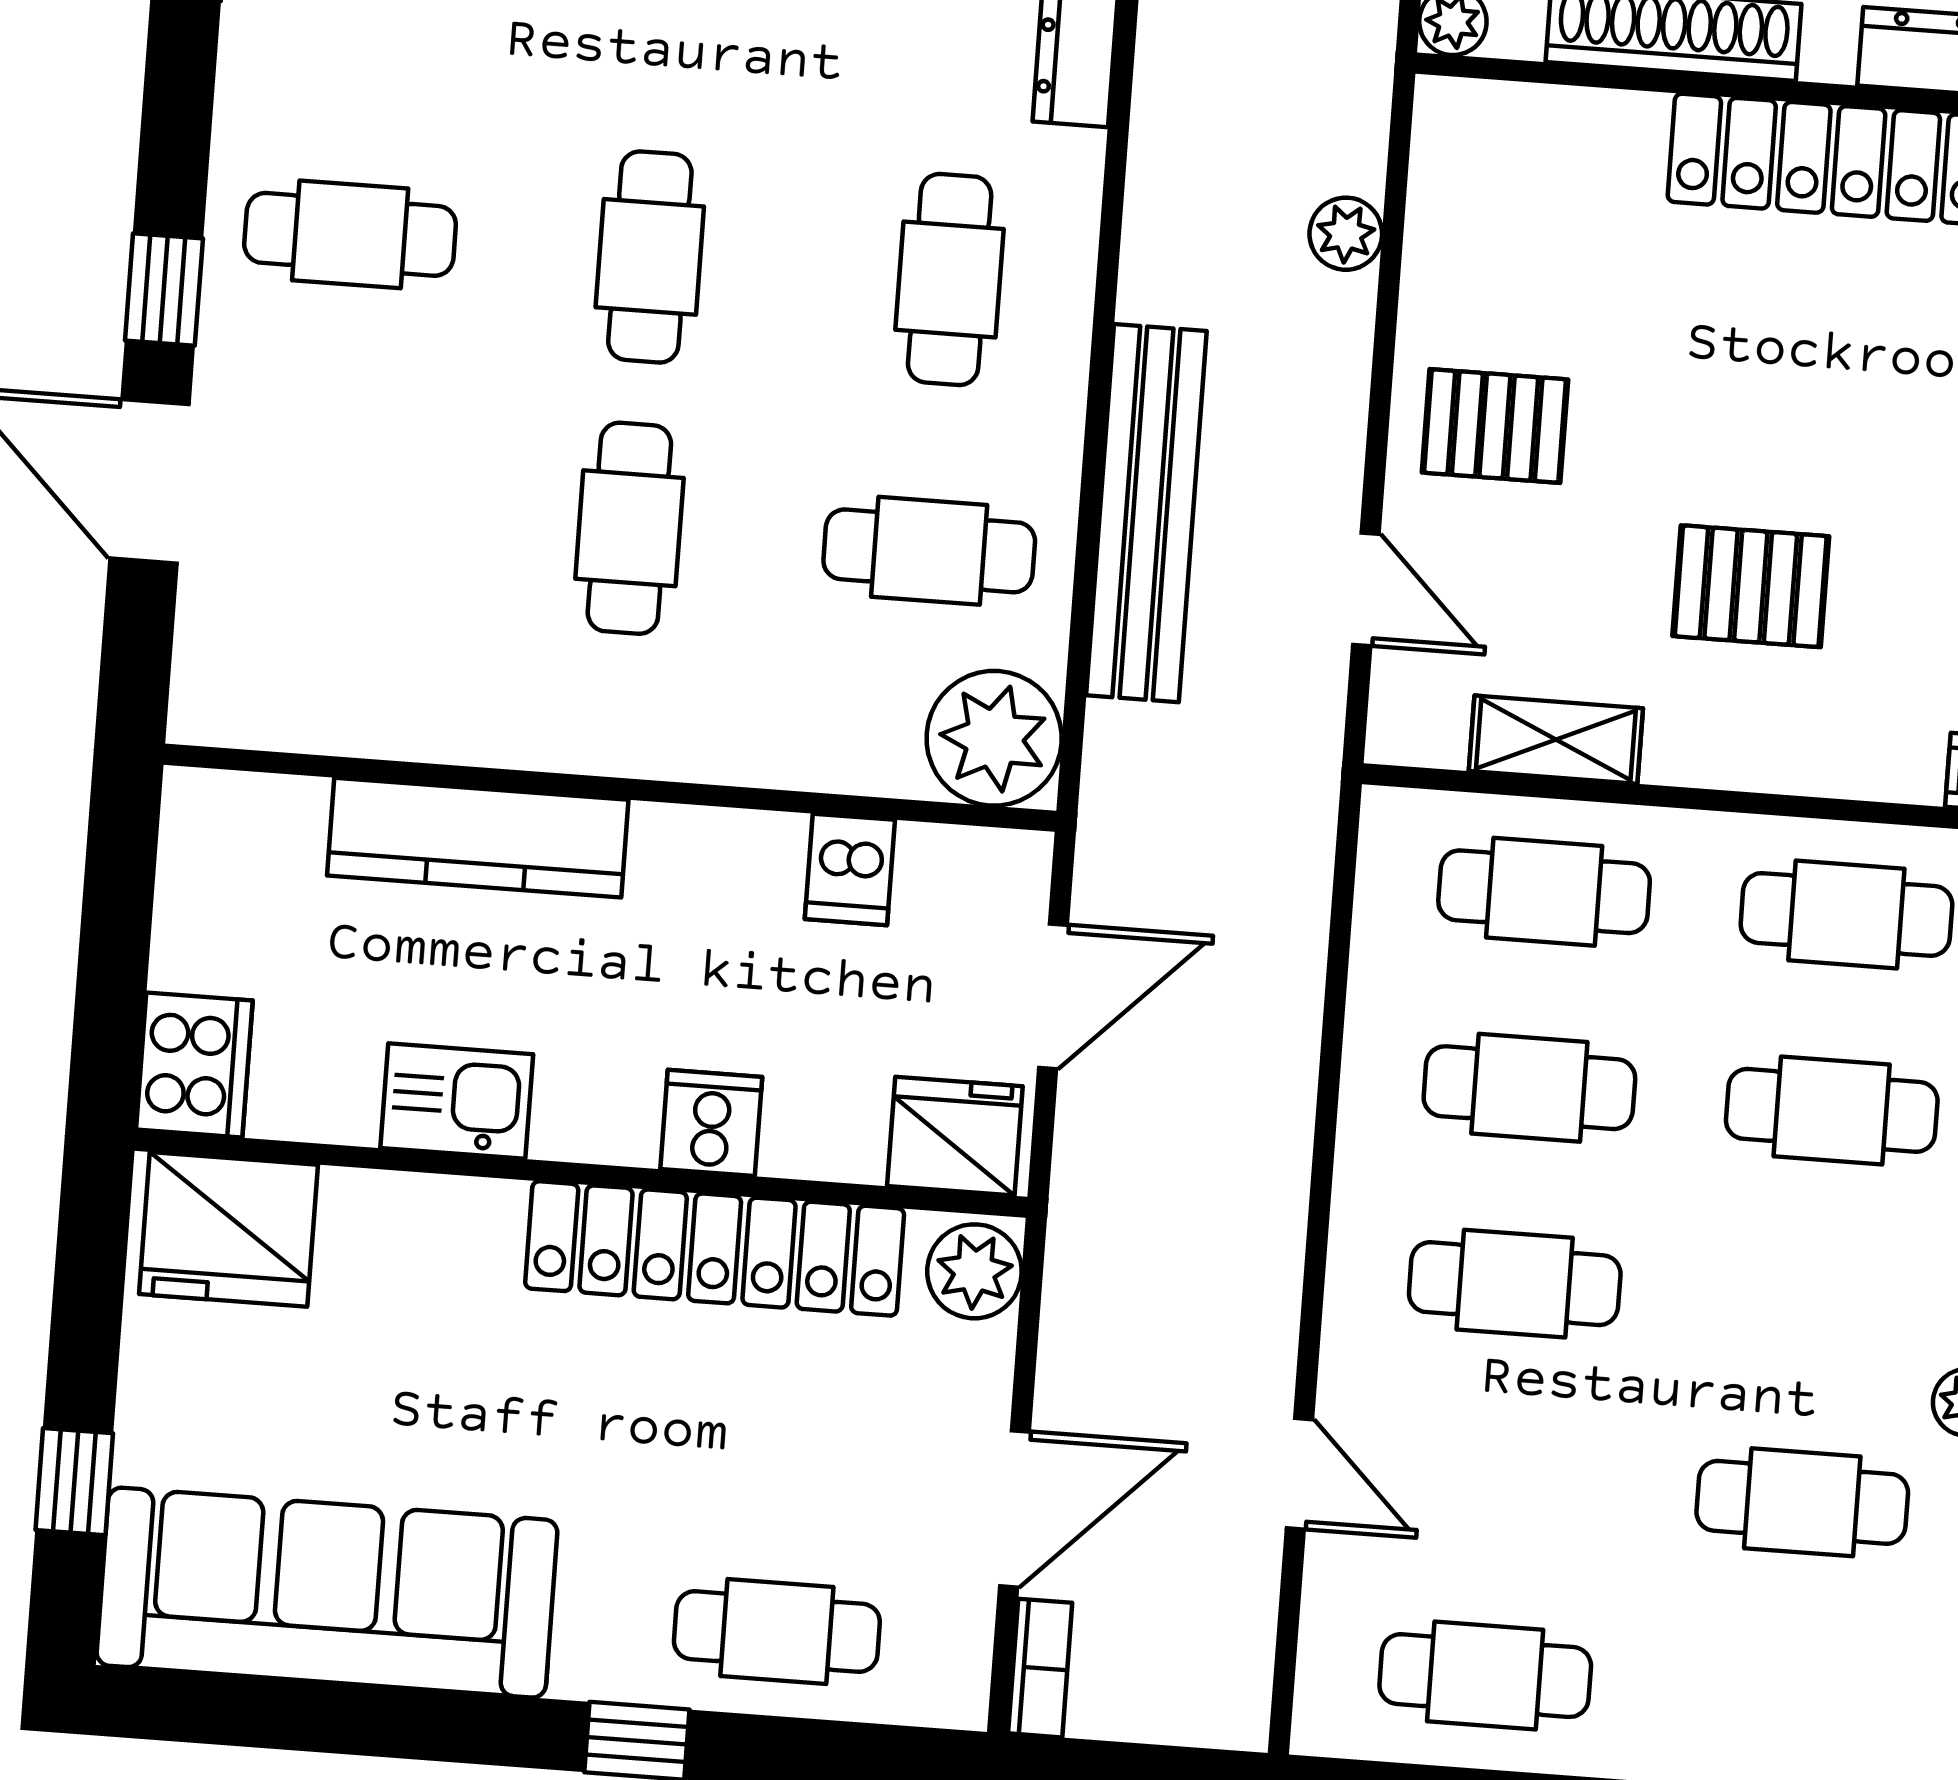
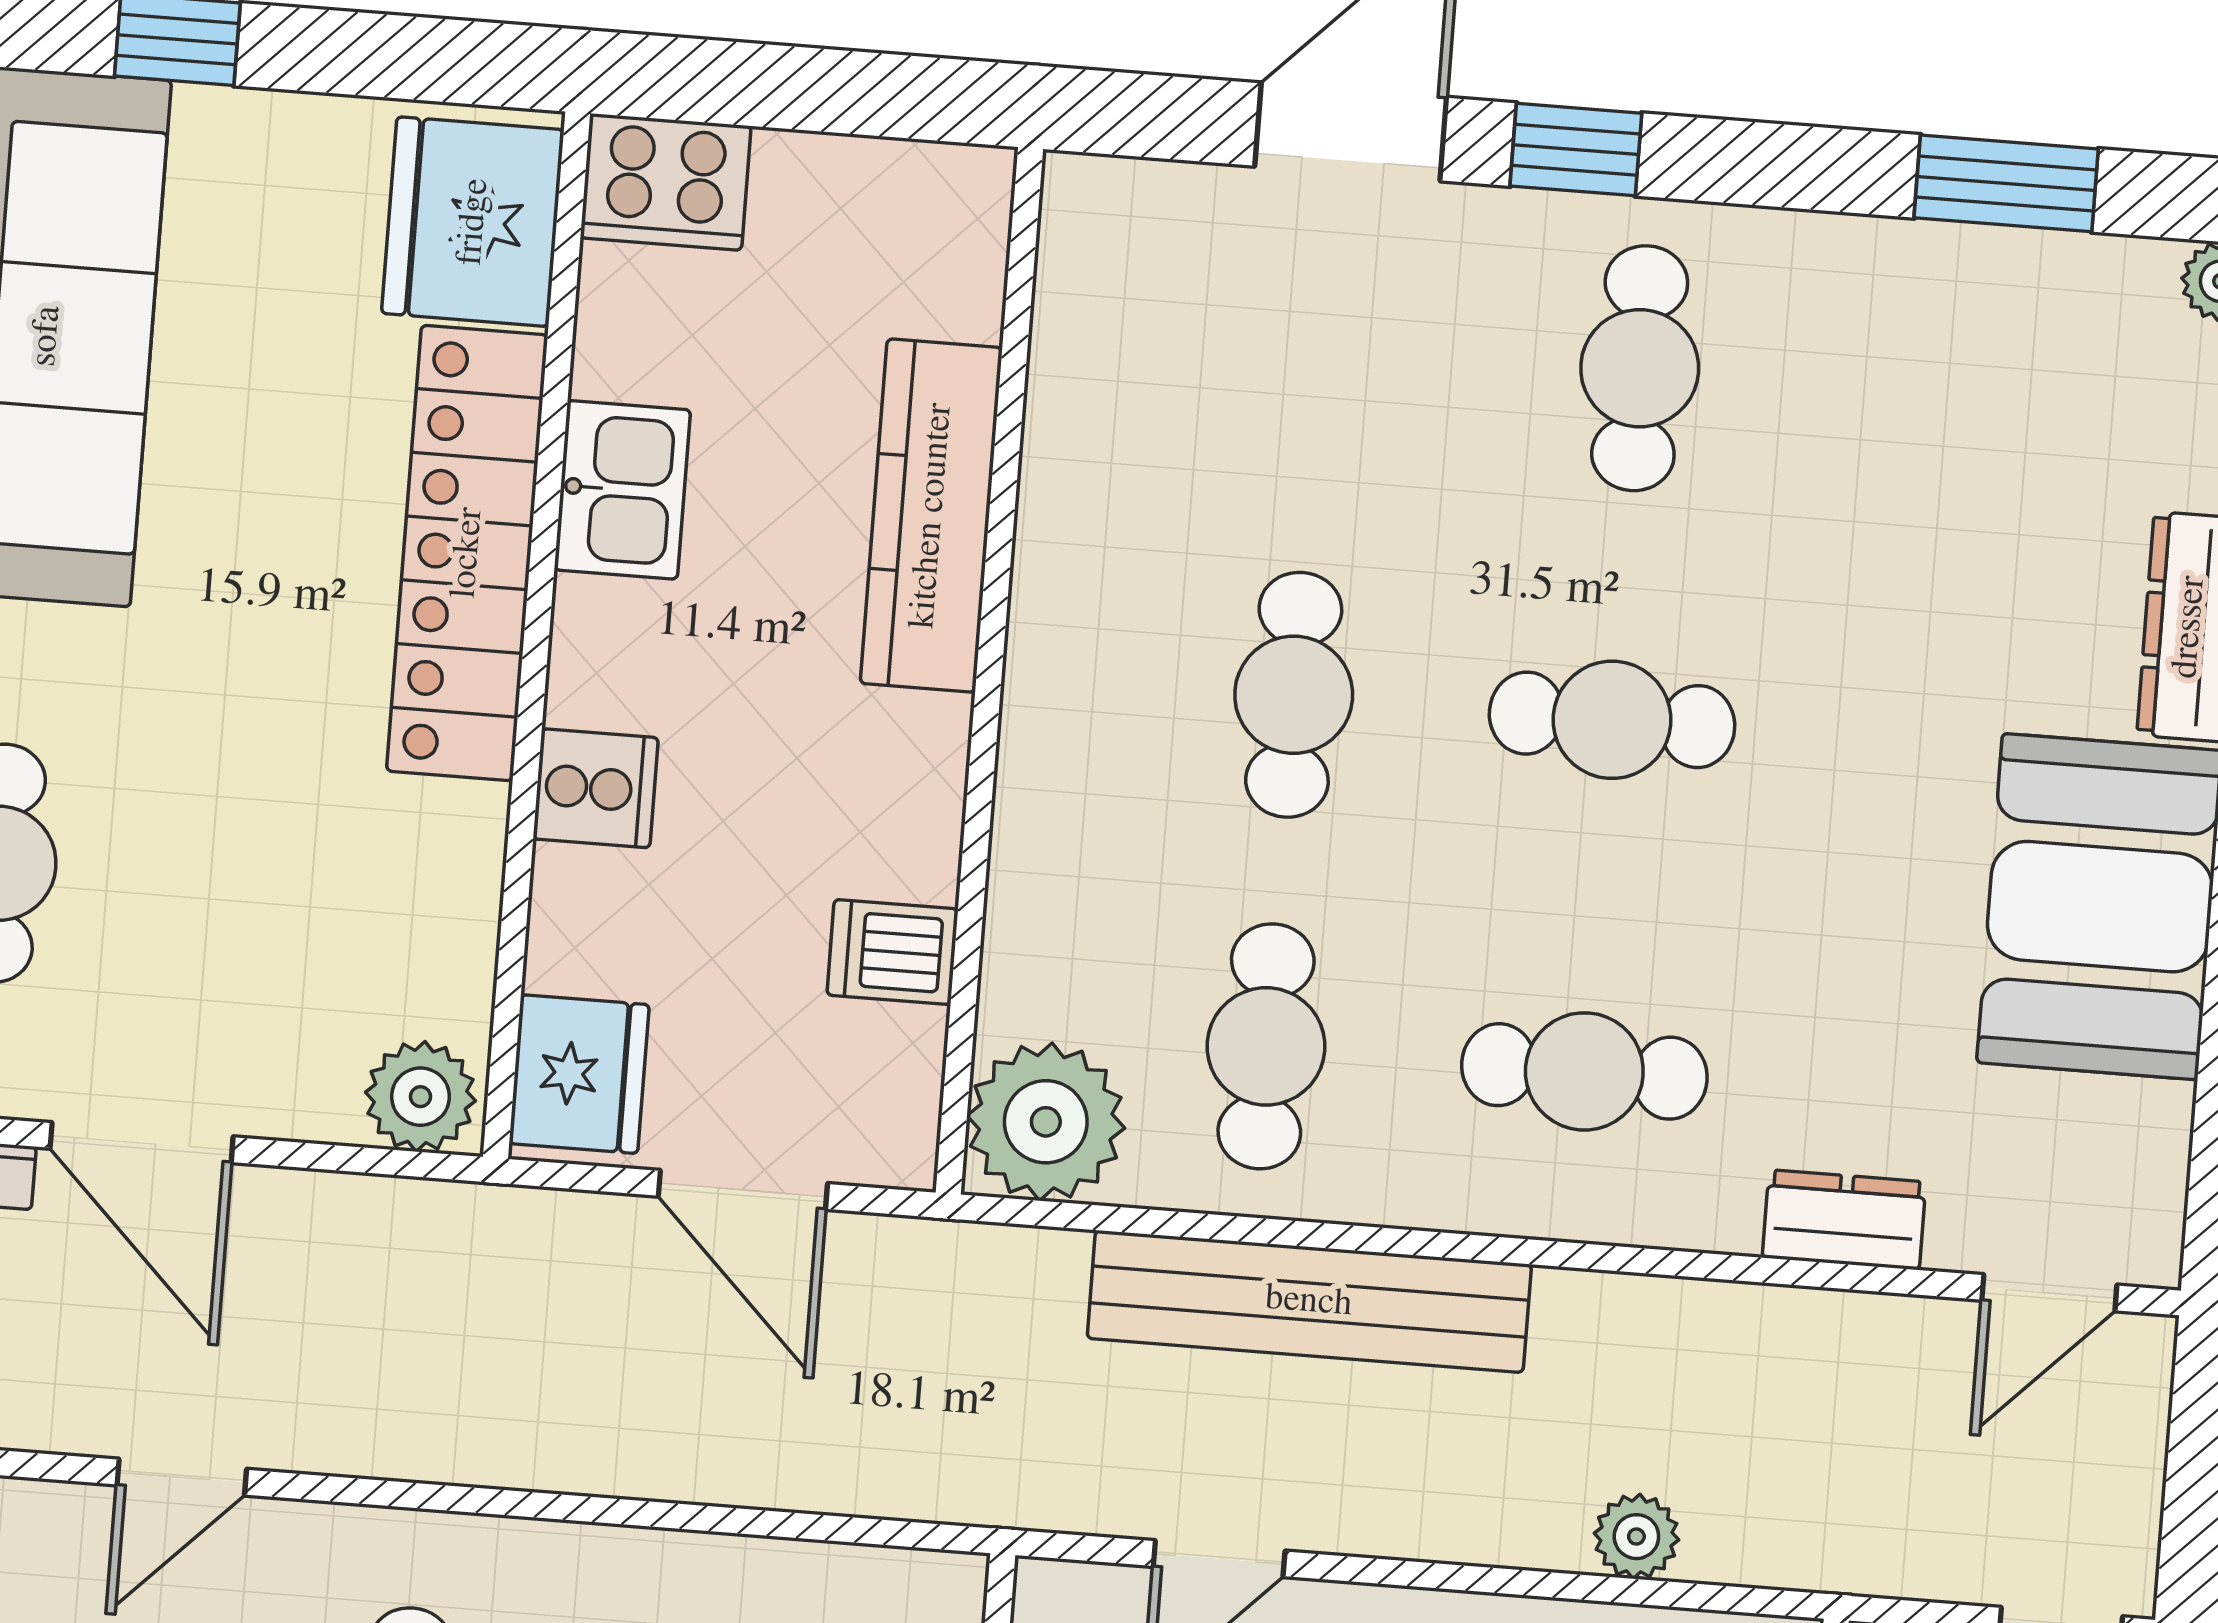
cafe table: (629, 528) -> (1294, 695), turned 90
locker: (715, 1248) -> (467, 553), moved

